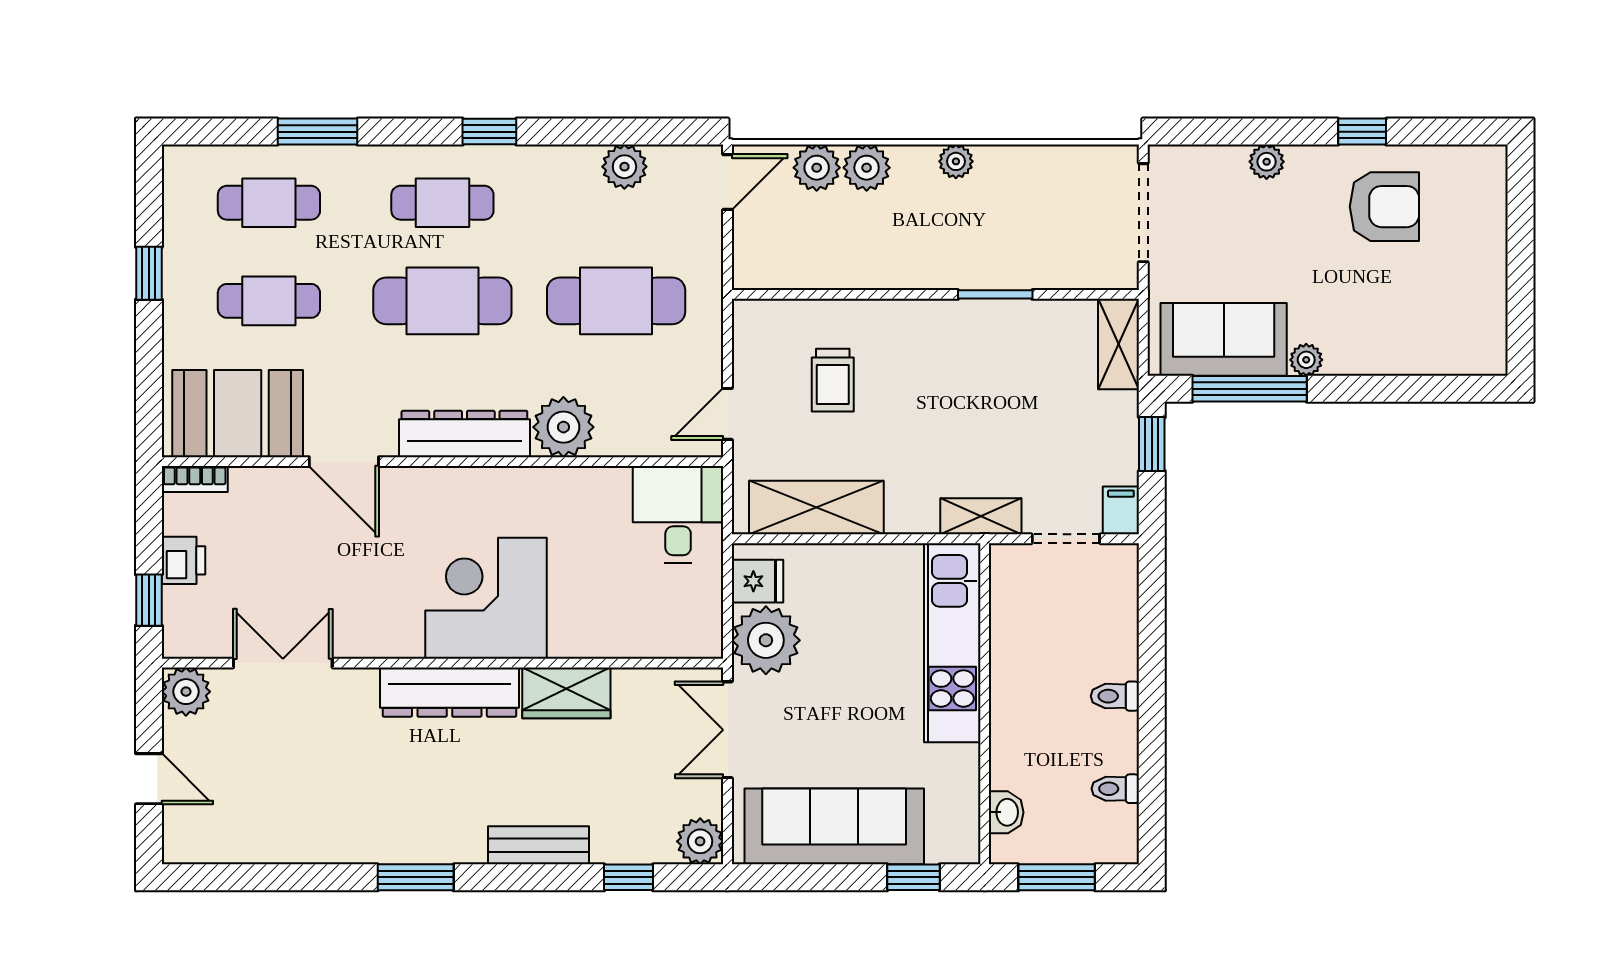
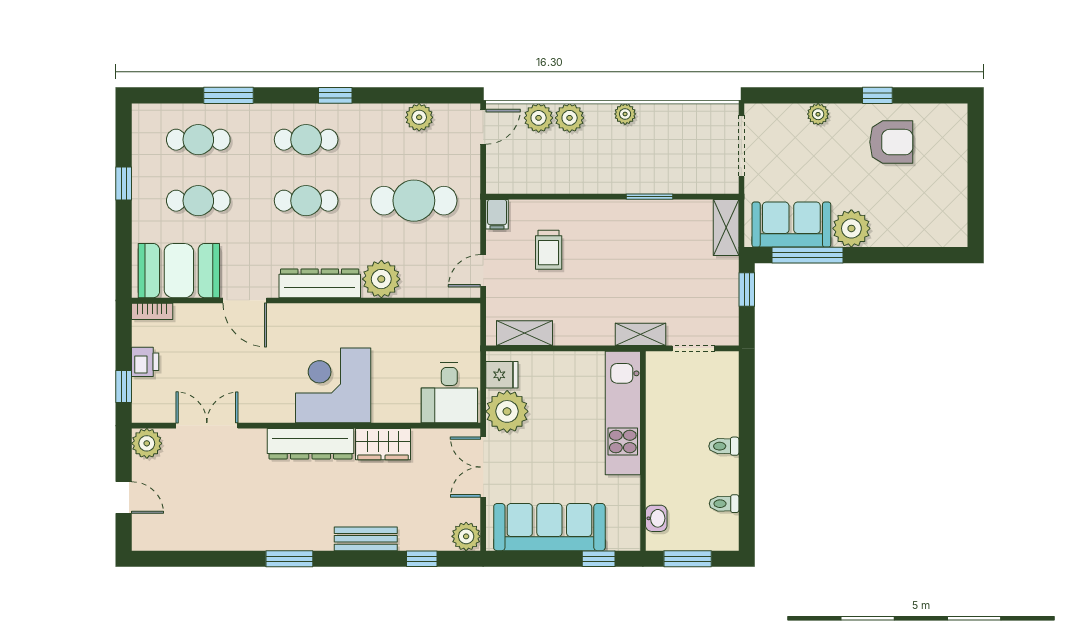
cafe table: (442, 301) -> (306, 201), width x0.73, depth x0.74
plant: (1306, 360) -> (851, 228), width x1.87, depth x1.87
shelving: (816, 508) -> (525, 333), width x0.67, depth x0.75
filing cabinet: (1121, 510) -> (497, 214), moved, turned 180
desk: (678, 514) -> (449, 393), moved, turned 180

